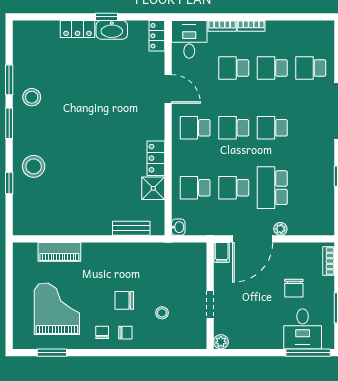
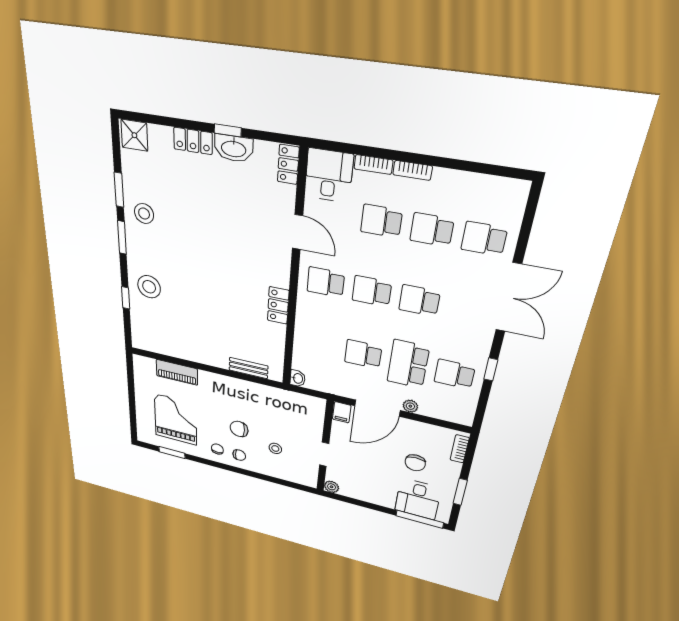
shower: (153, 188) -> (134, 135), moved
school desk: (195, 188) -> (454, 374), moved

